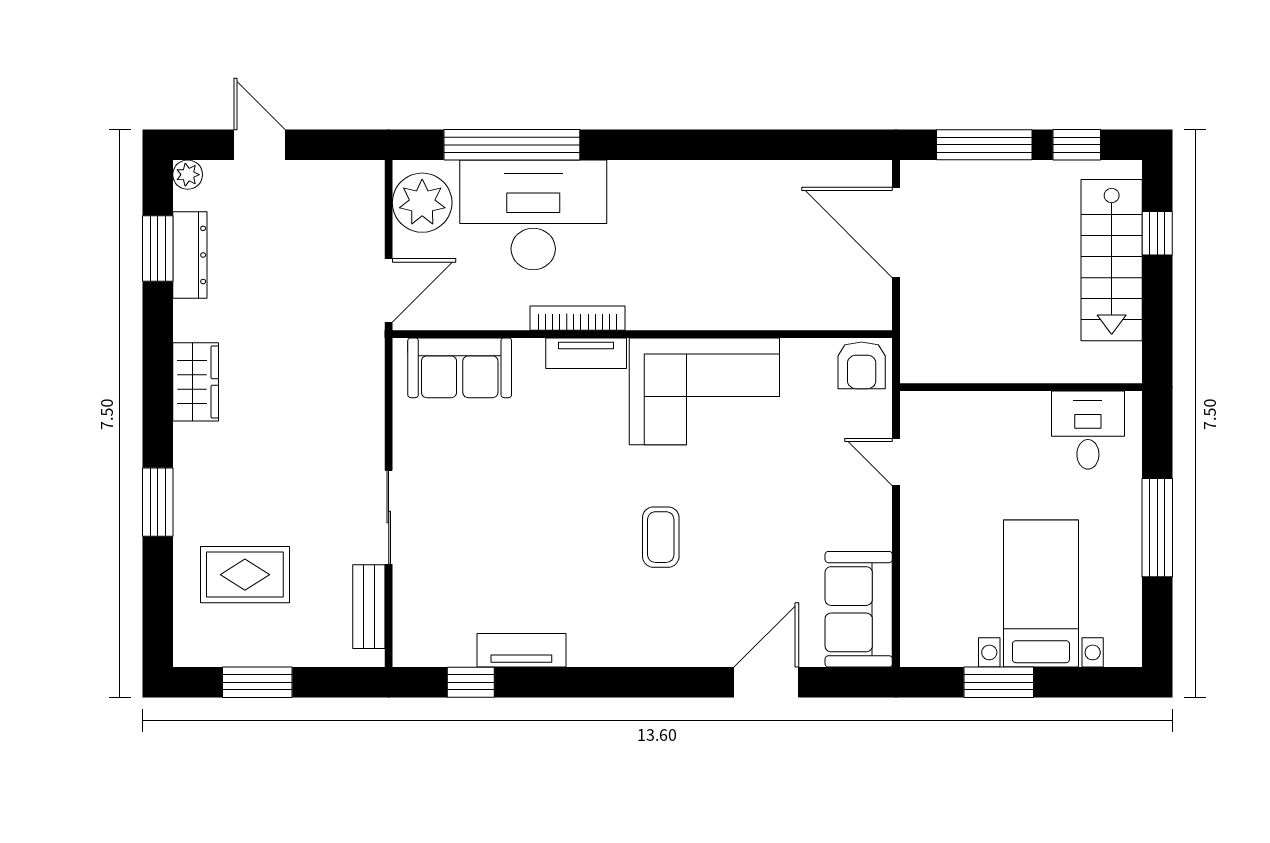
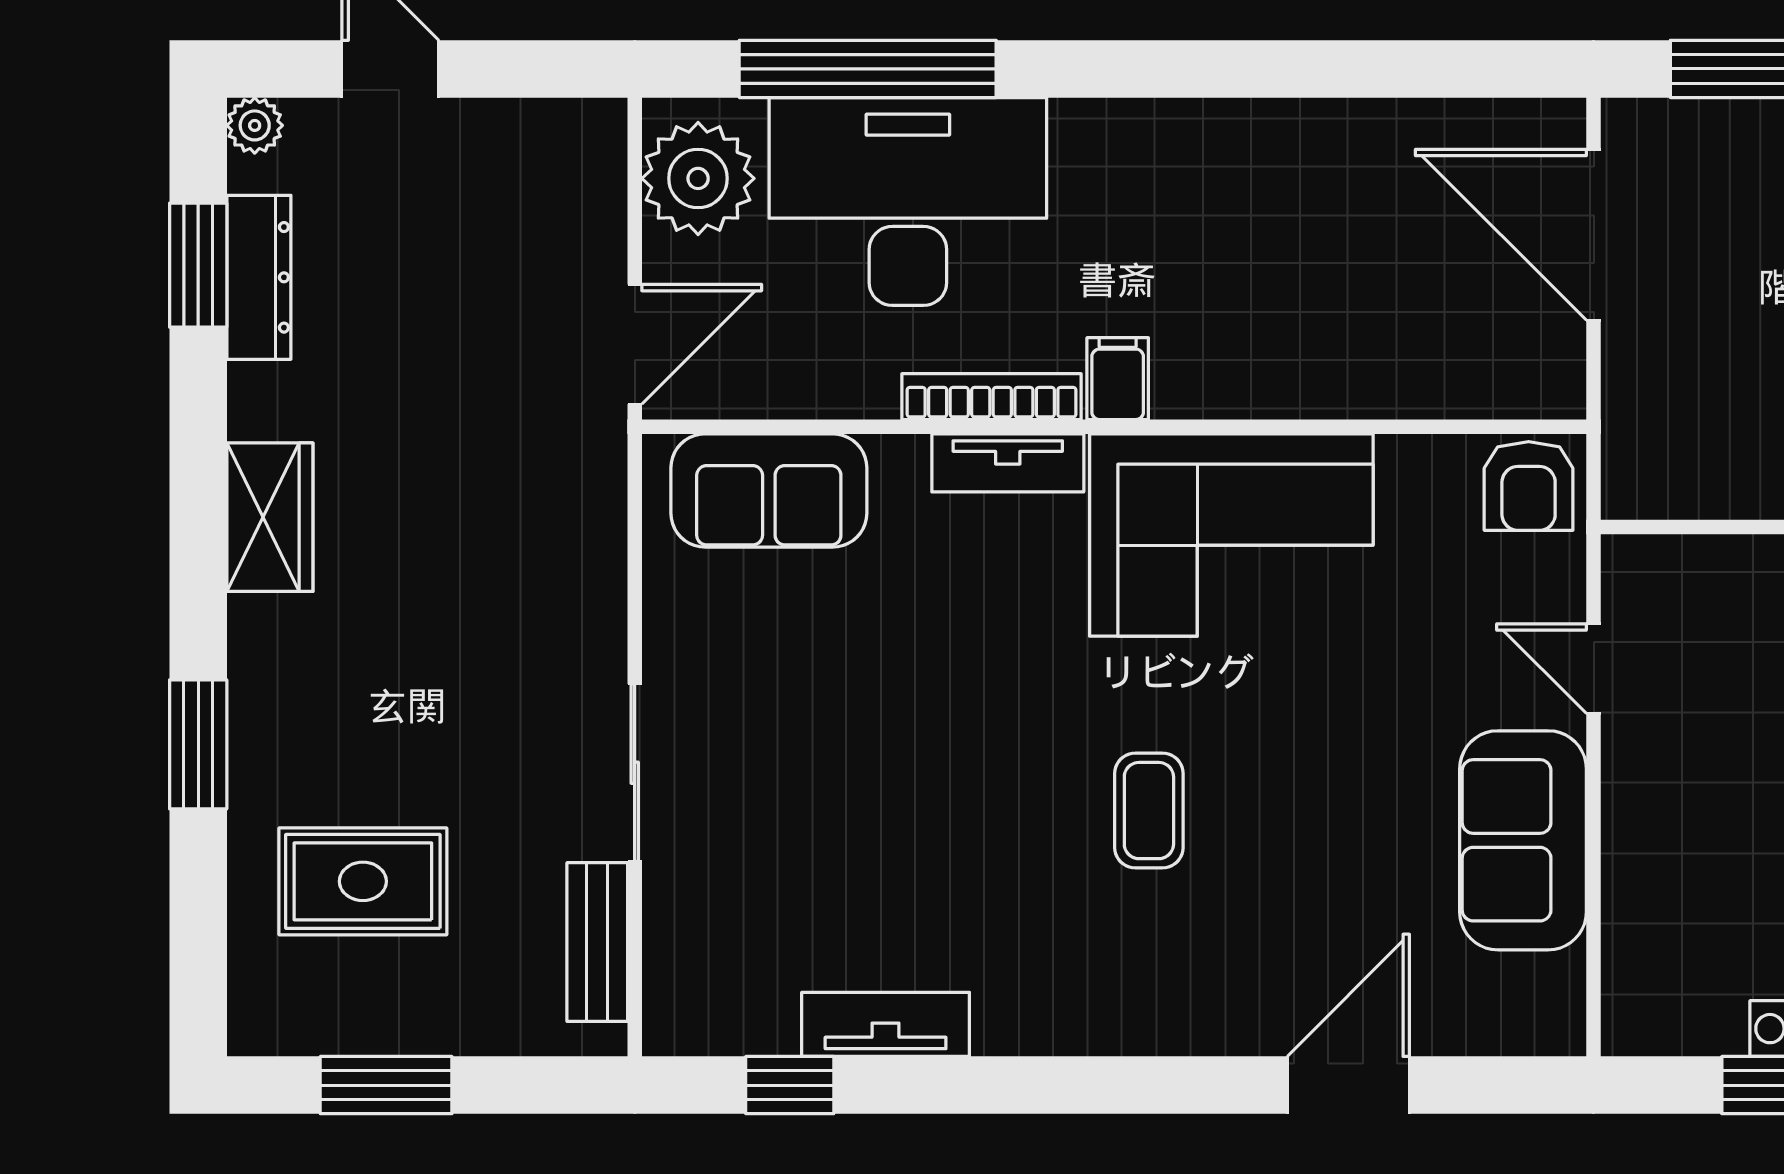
filing cabinet: (644, 309) -> (1118, 379), added
sofa: (859, 609) -> (1523, 840), moved

